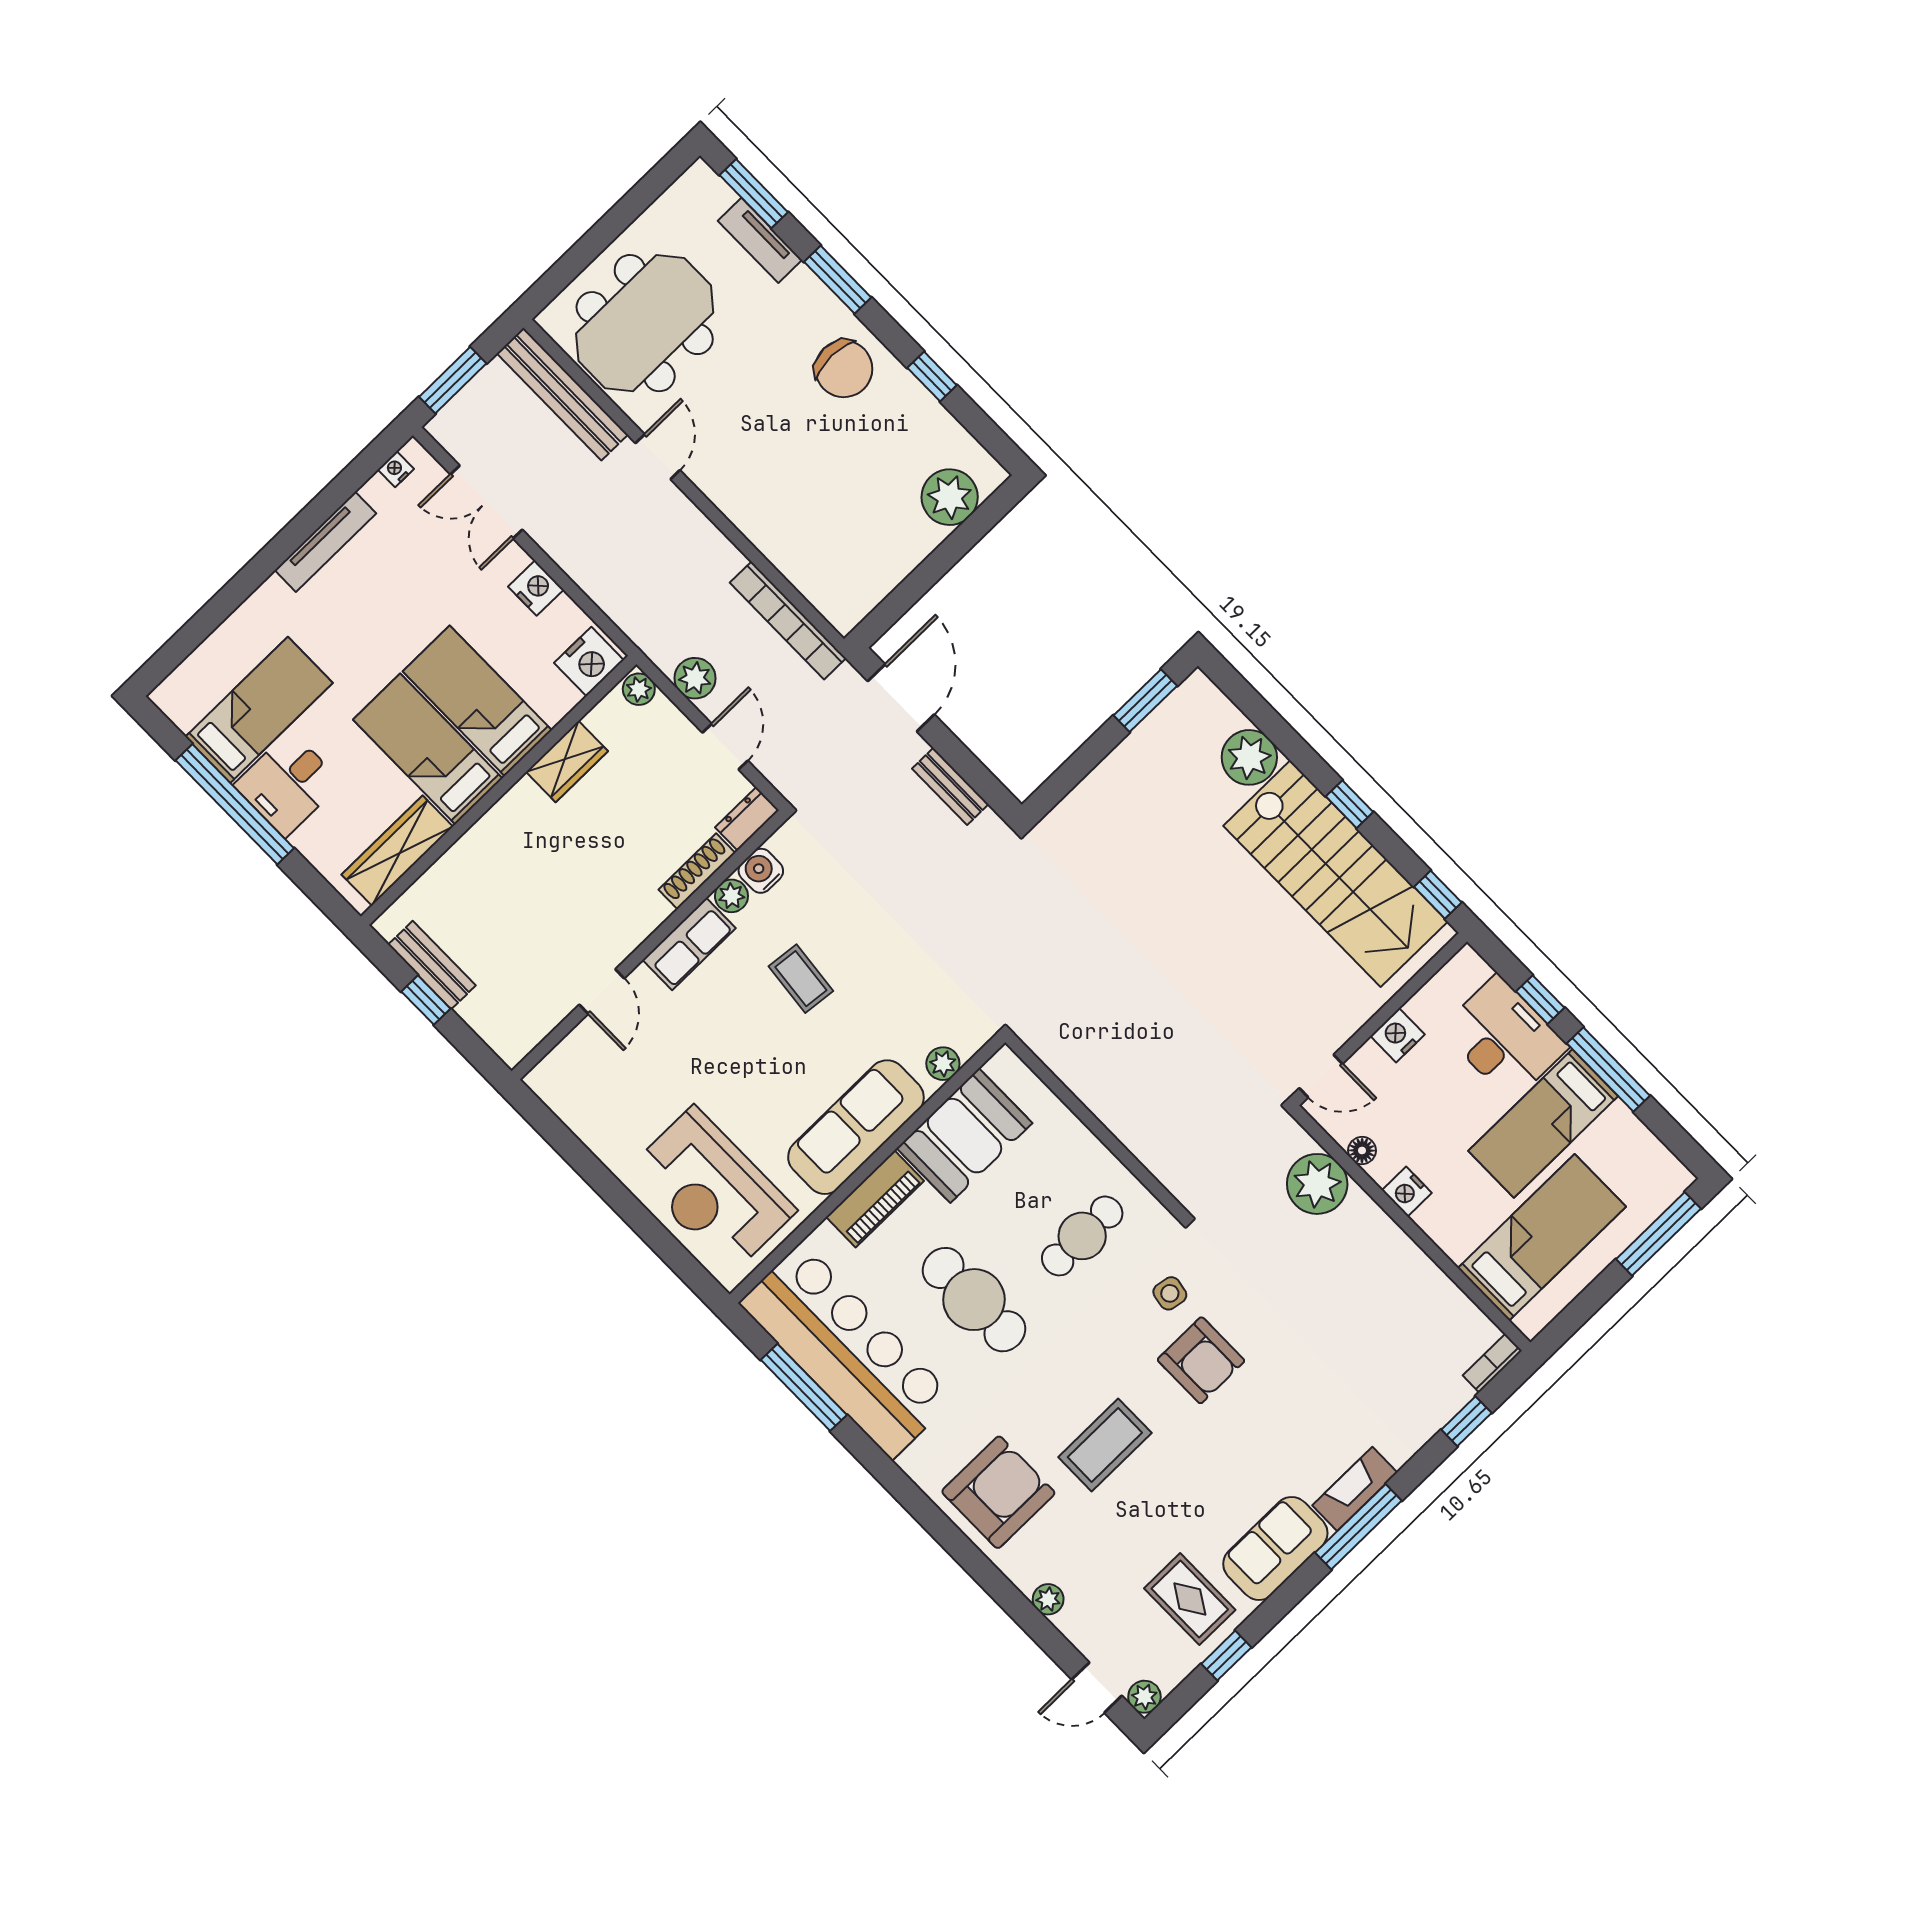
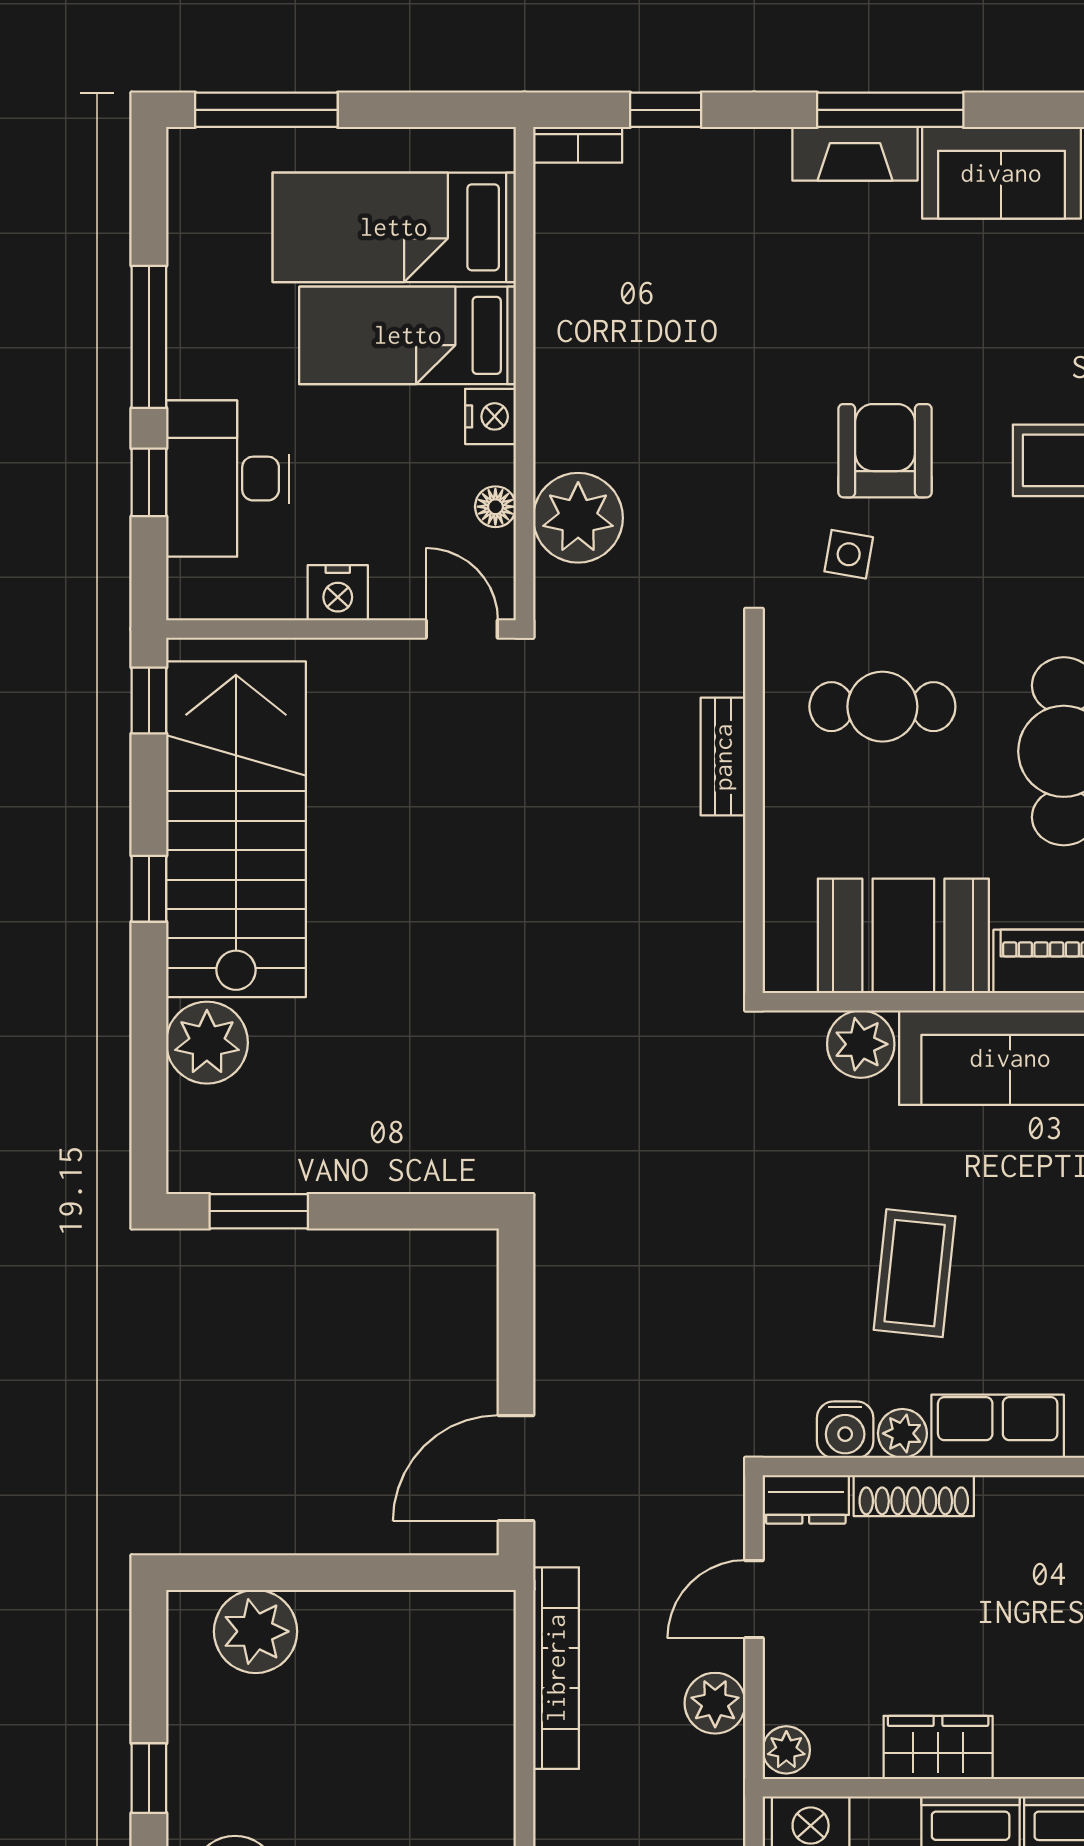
bench: (950, 786) -> (723, 757), moved
coffee table: (801, 979) -> (915, 1273), width x1.36, depth x1.30
plant: (943, 1064) -> (861, 1044), width x1.38, depth x1.38
bed: (1543, 1124) -> (408, 335), moved, turned 180

